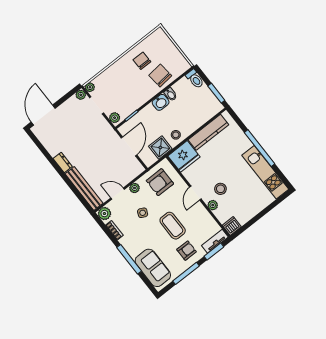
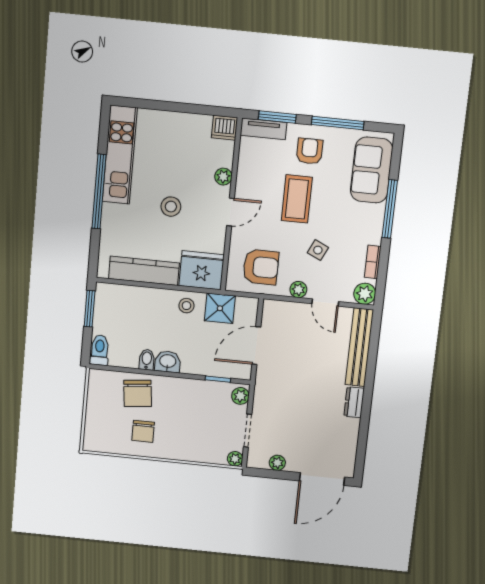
plant: (81, 95) -> (277, 463), moved
stool: (220, 189) -> (171, 207), moved
armchair: (187, 251) -> (310, 151), turned 90

